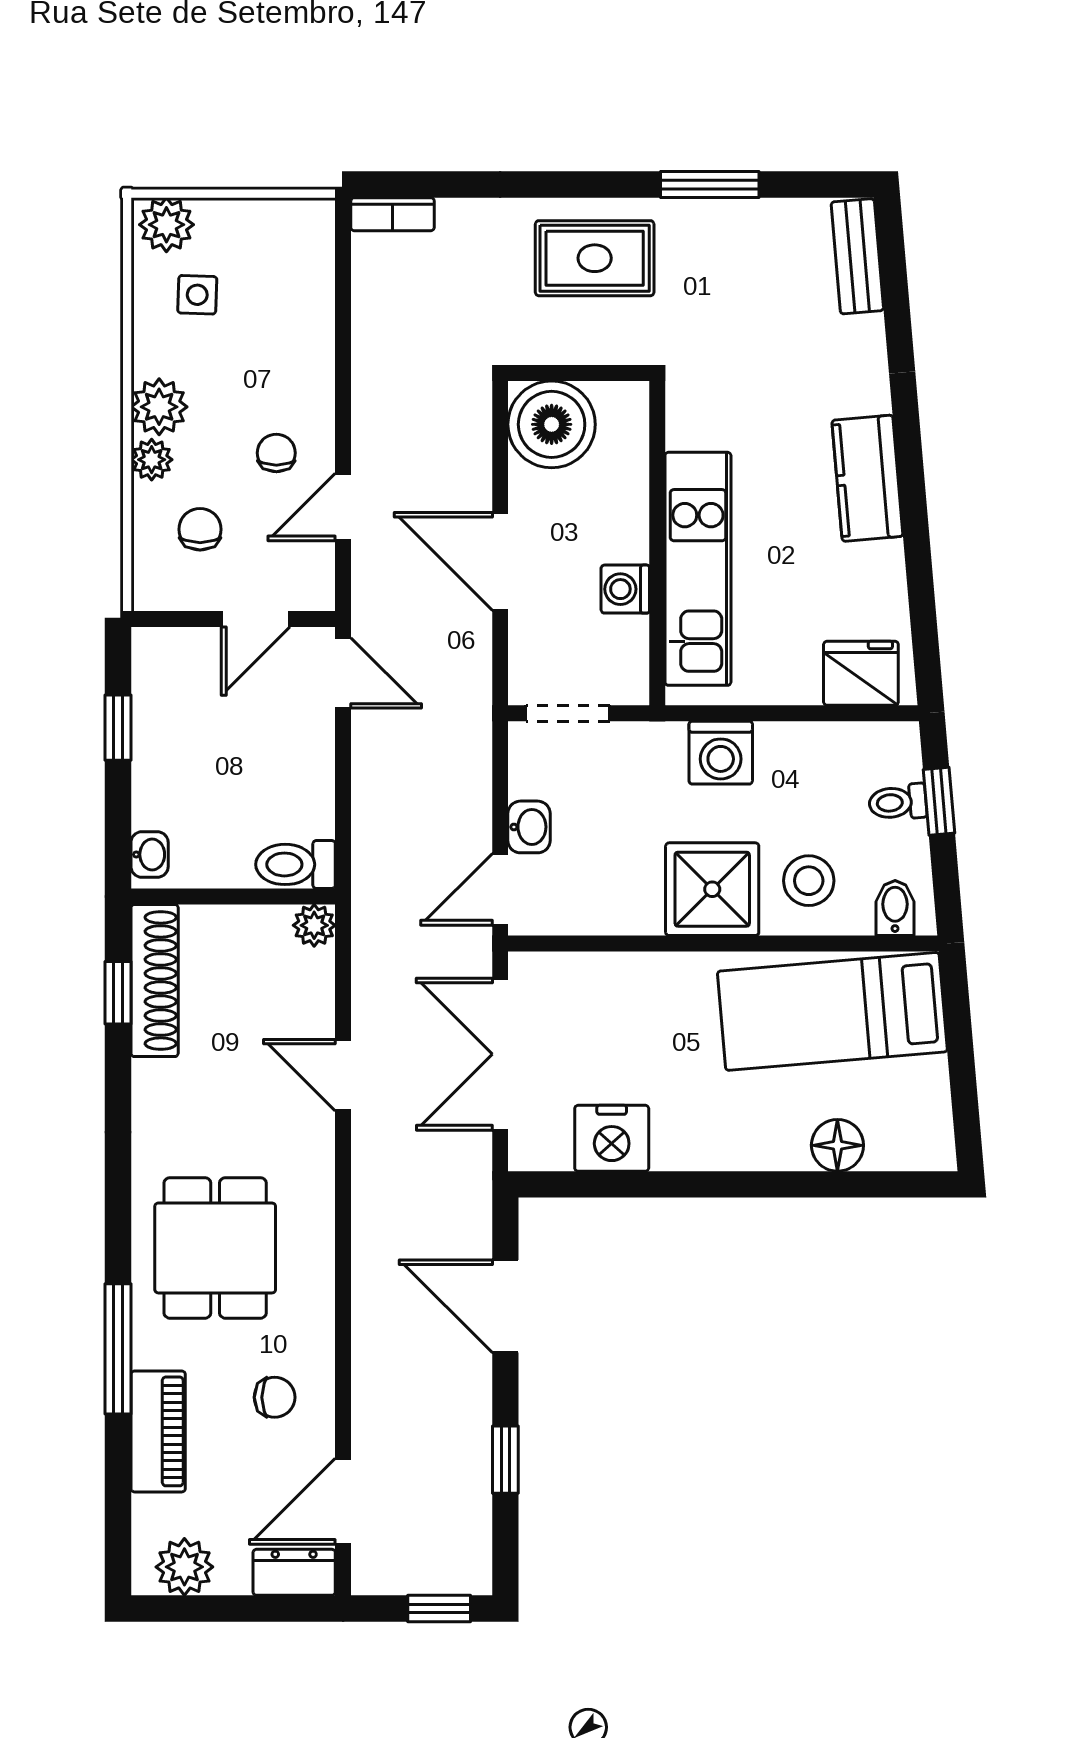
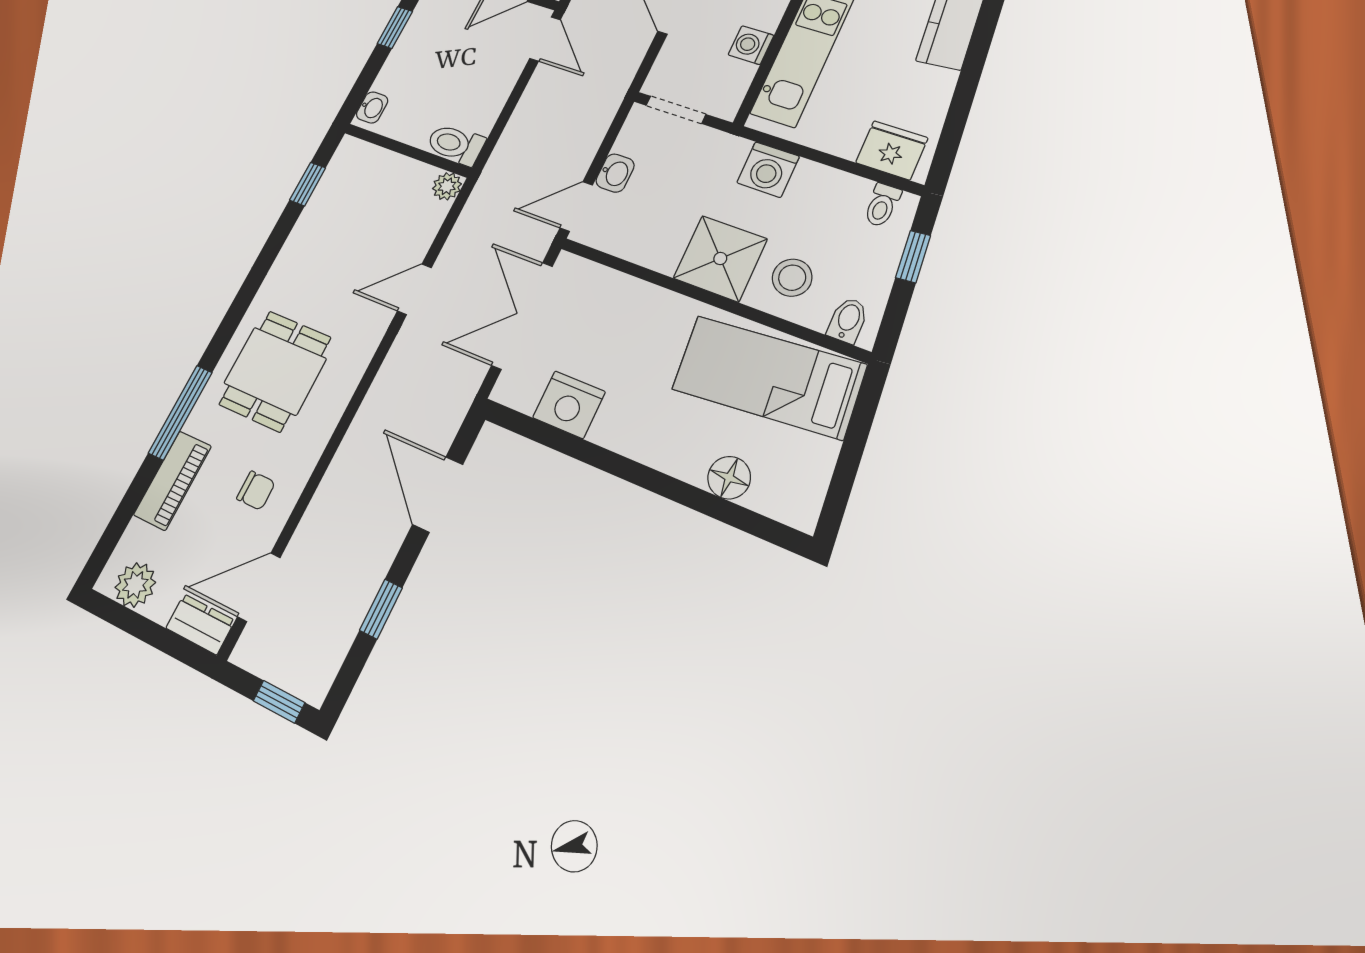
toilet: (898, 802) -> (882, 205), moved, turned -85
shoe rack: (155, 980) -> (333, 185), removed
door: (343, 1075) -> (414, 289), hinge flipped

